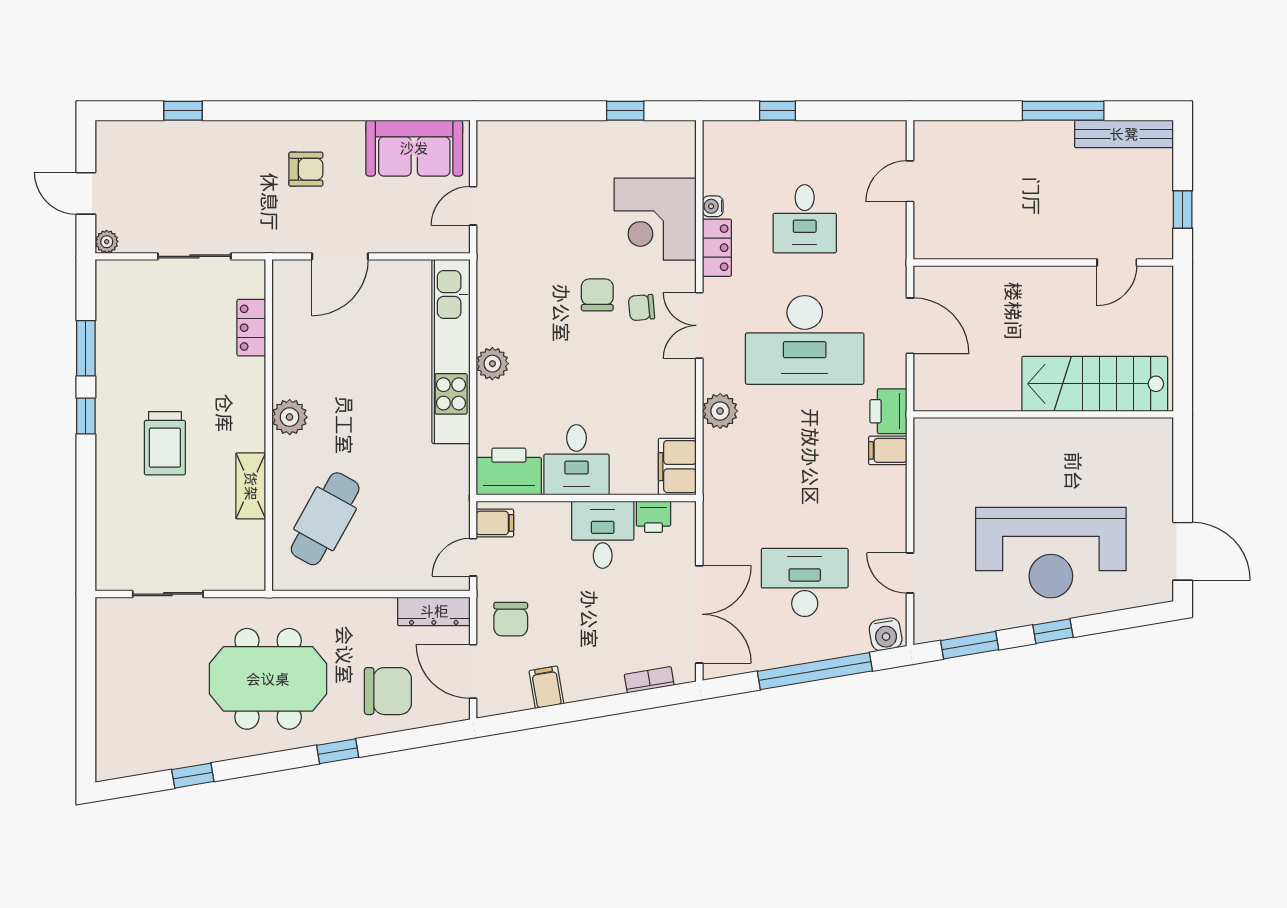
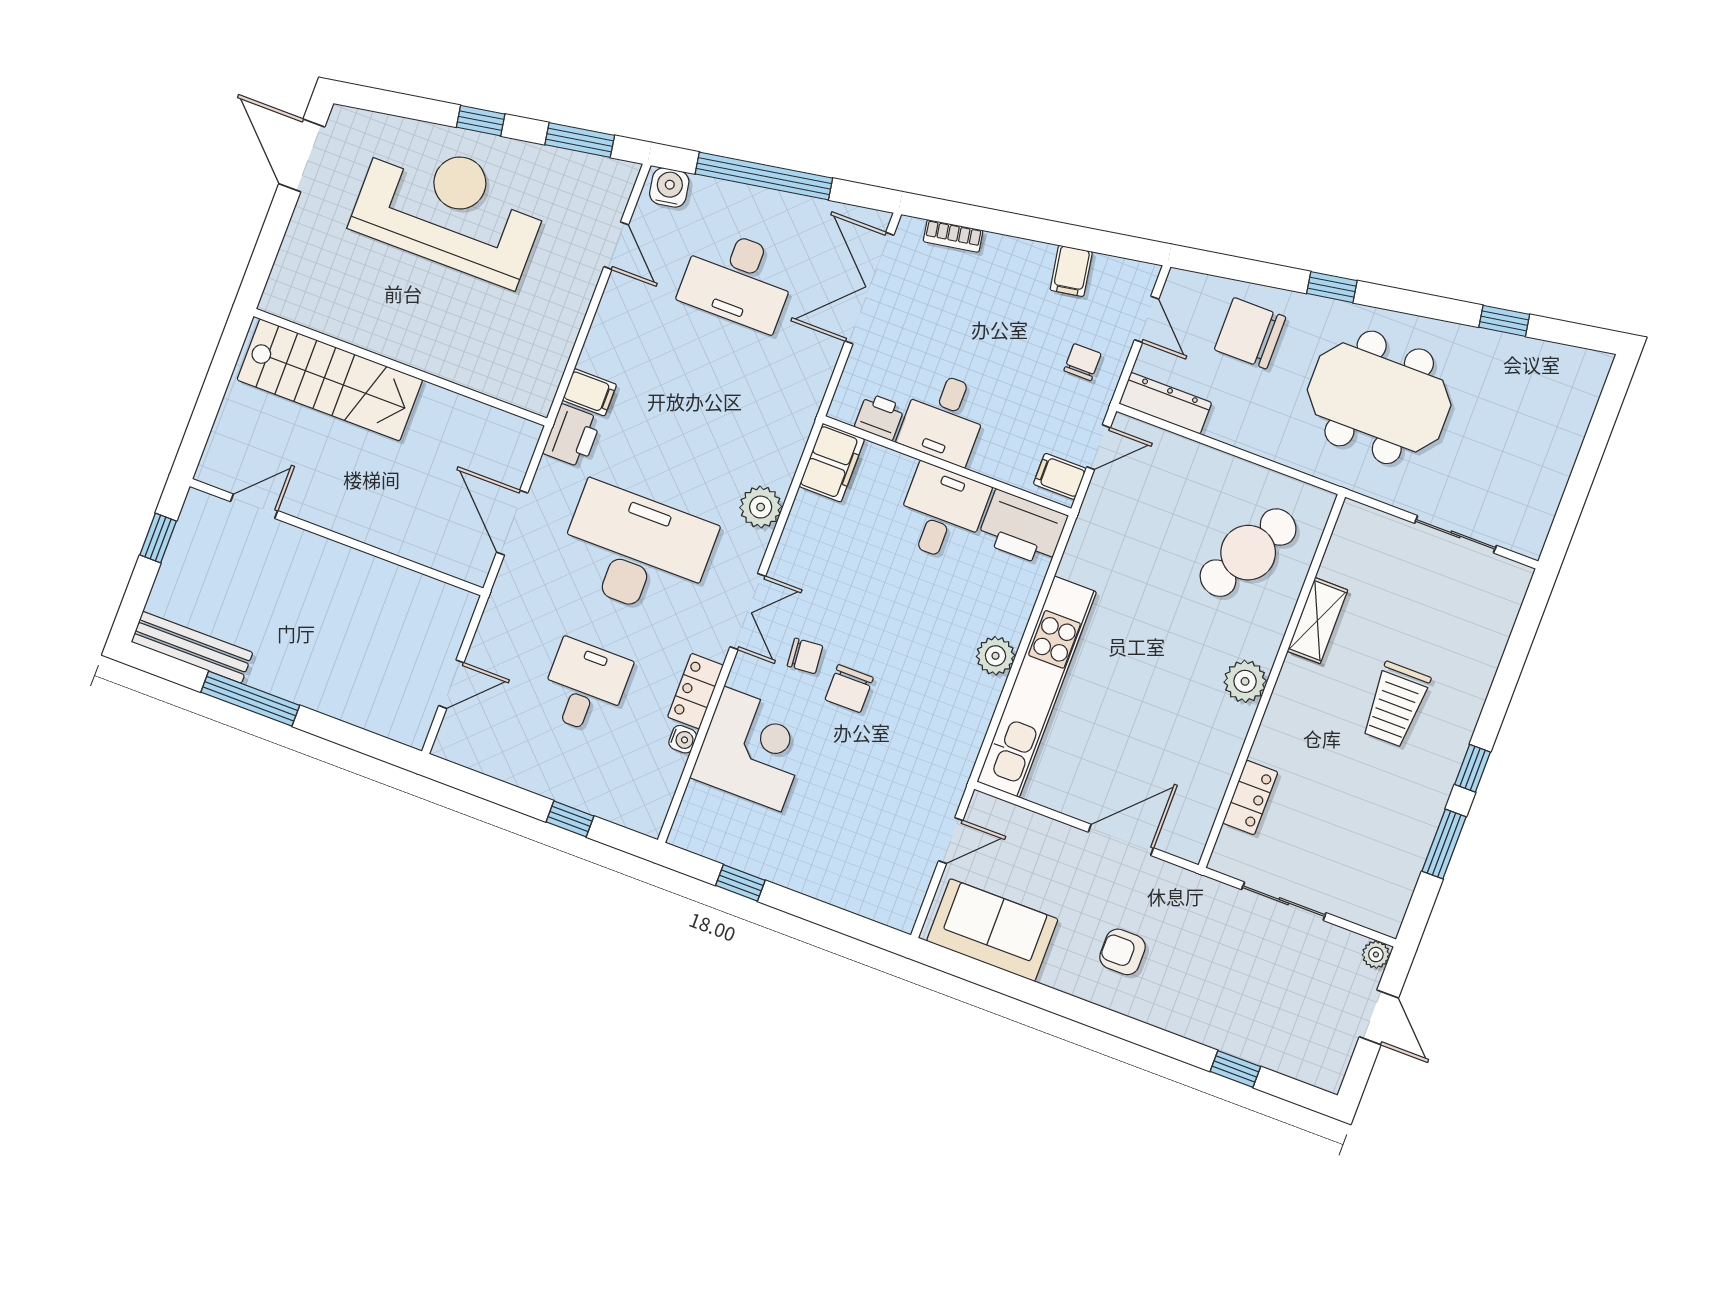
trolley: (165, 443) -> (1396, 705), turned 180
chair: (511, 619) -> (1082, 362), width x0.73, depth x0.73
door: (473, 671) -> (1147, 319), width x0.73

